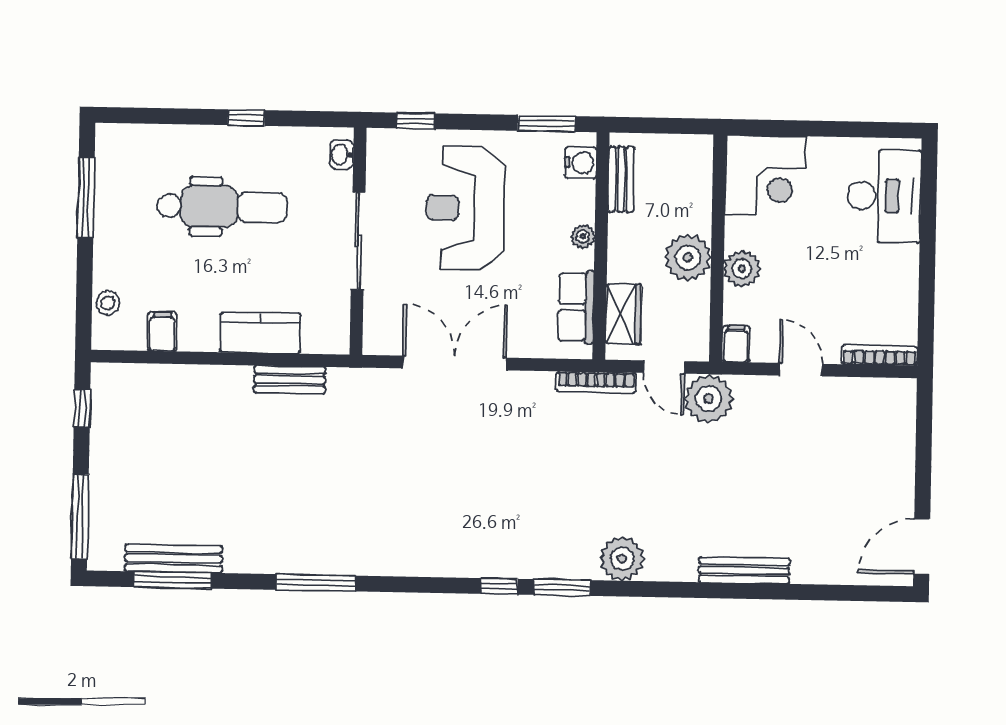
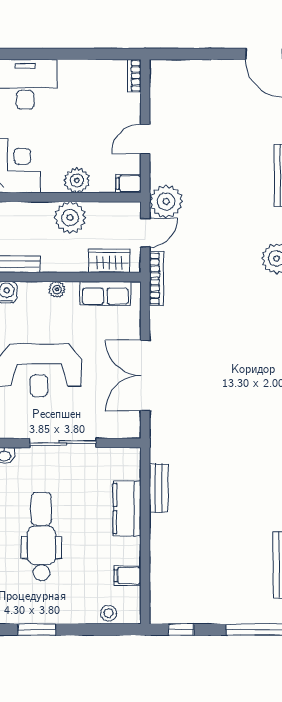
window: (86, 198) -> (37, 629), width x0.69
bookcase: (880, 355) -> (134, 76), width x0.64

